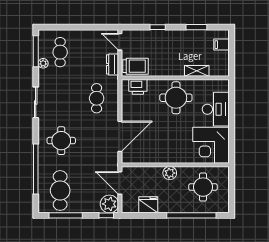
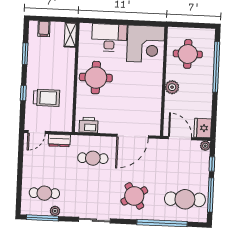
trolley: (136, 66) -> (46, 98), moved, turned 90
shelving: (197, 71) -> (70, 35), moved
printer: (138, 87) -> (89, 125), moved, turned -90
door: (120, 136) -> (133, 136), swing flipped
round table: (61, 141) -> (134, 196), turned -32
door: (120, 183) -> (180, 138), swing flipped
plant: (109, 204) -> (205, 146), width x0.53, depth x0.53
fridge: (148, 205) -> (203, 128), moved
window: (106, 215) -> (212, 164), moved

